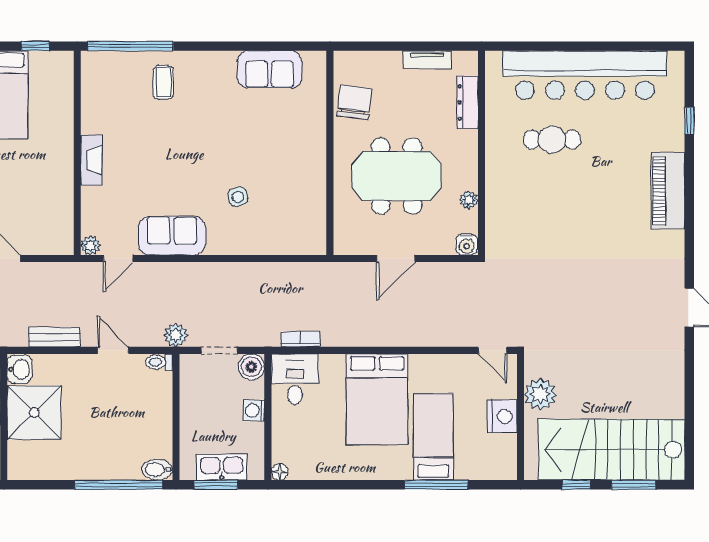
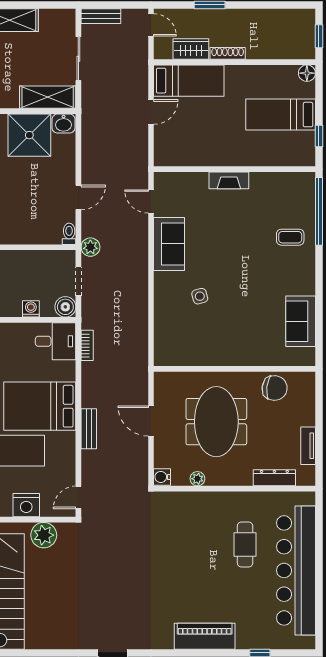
plant: (90, 245) -> (161, 180), removed
bench: (54, 337) -> (89, 429), moved

